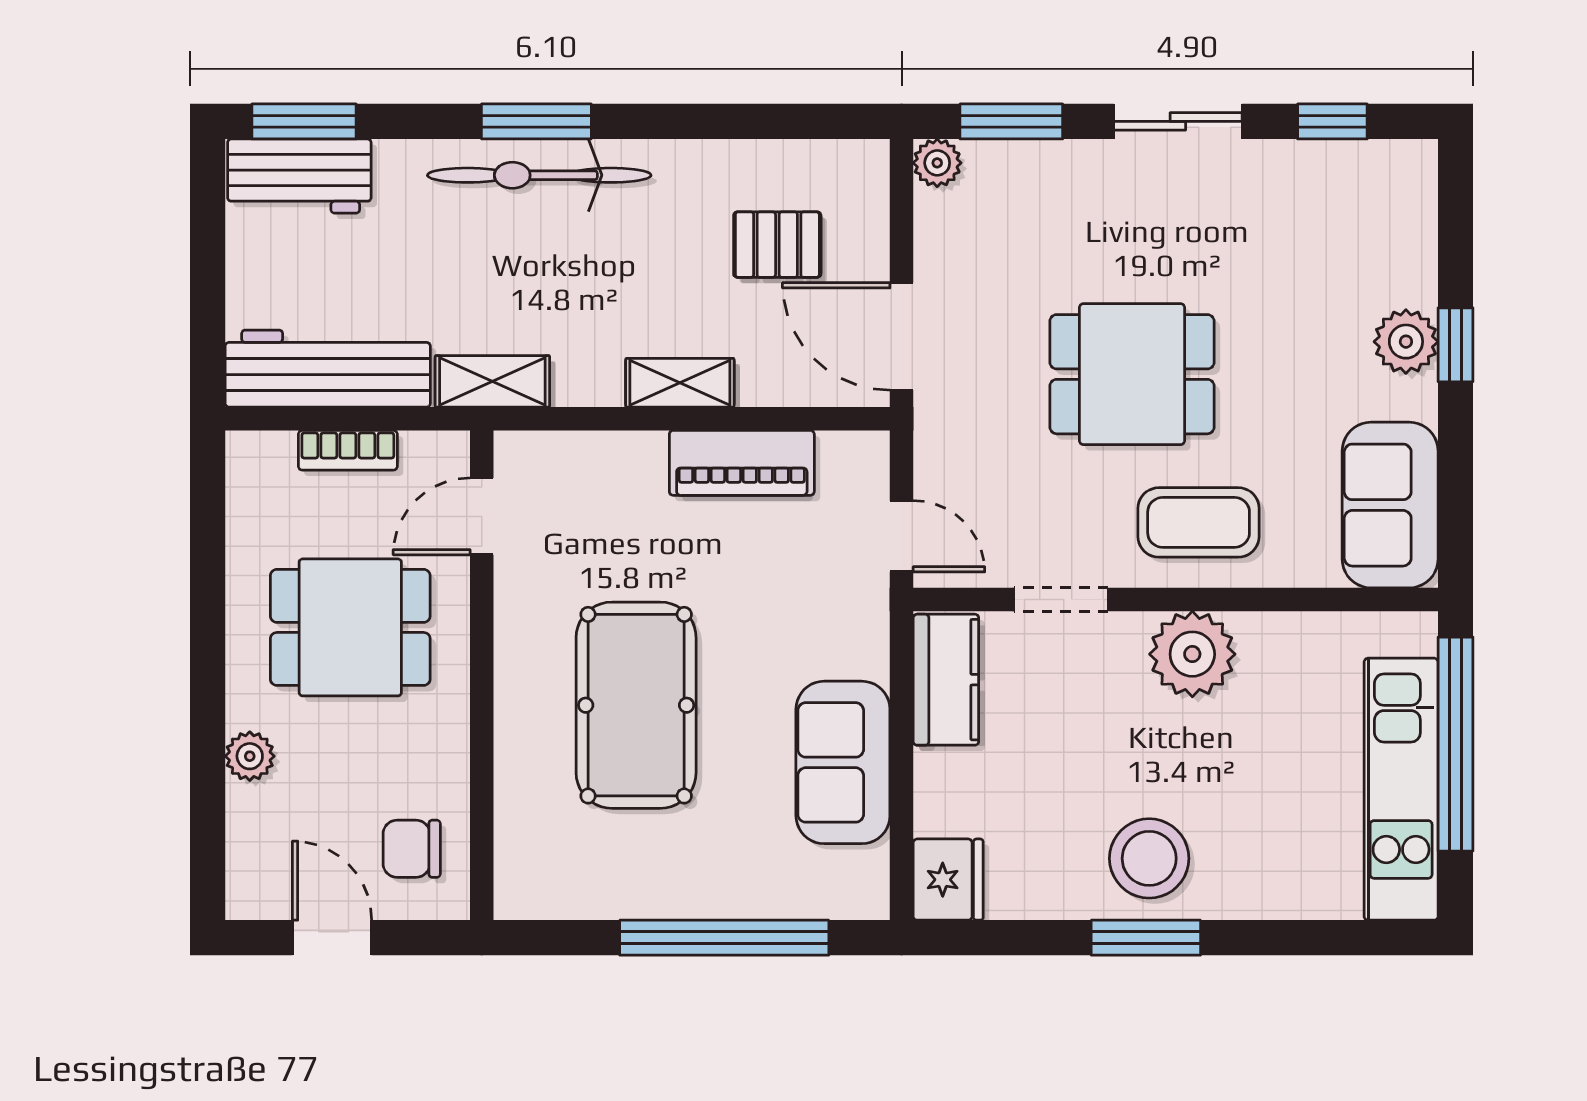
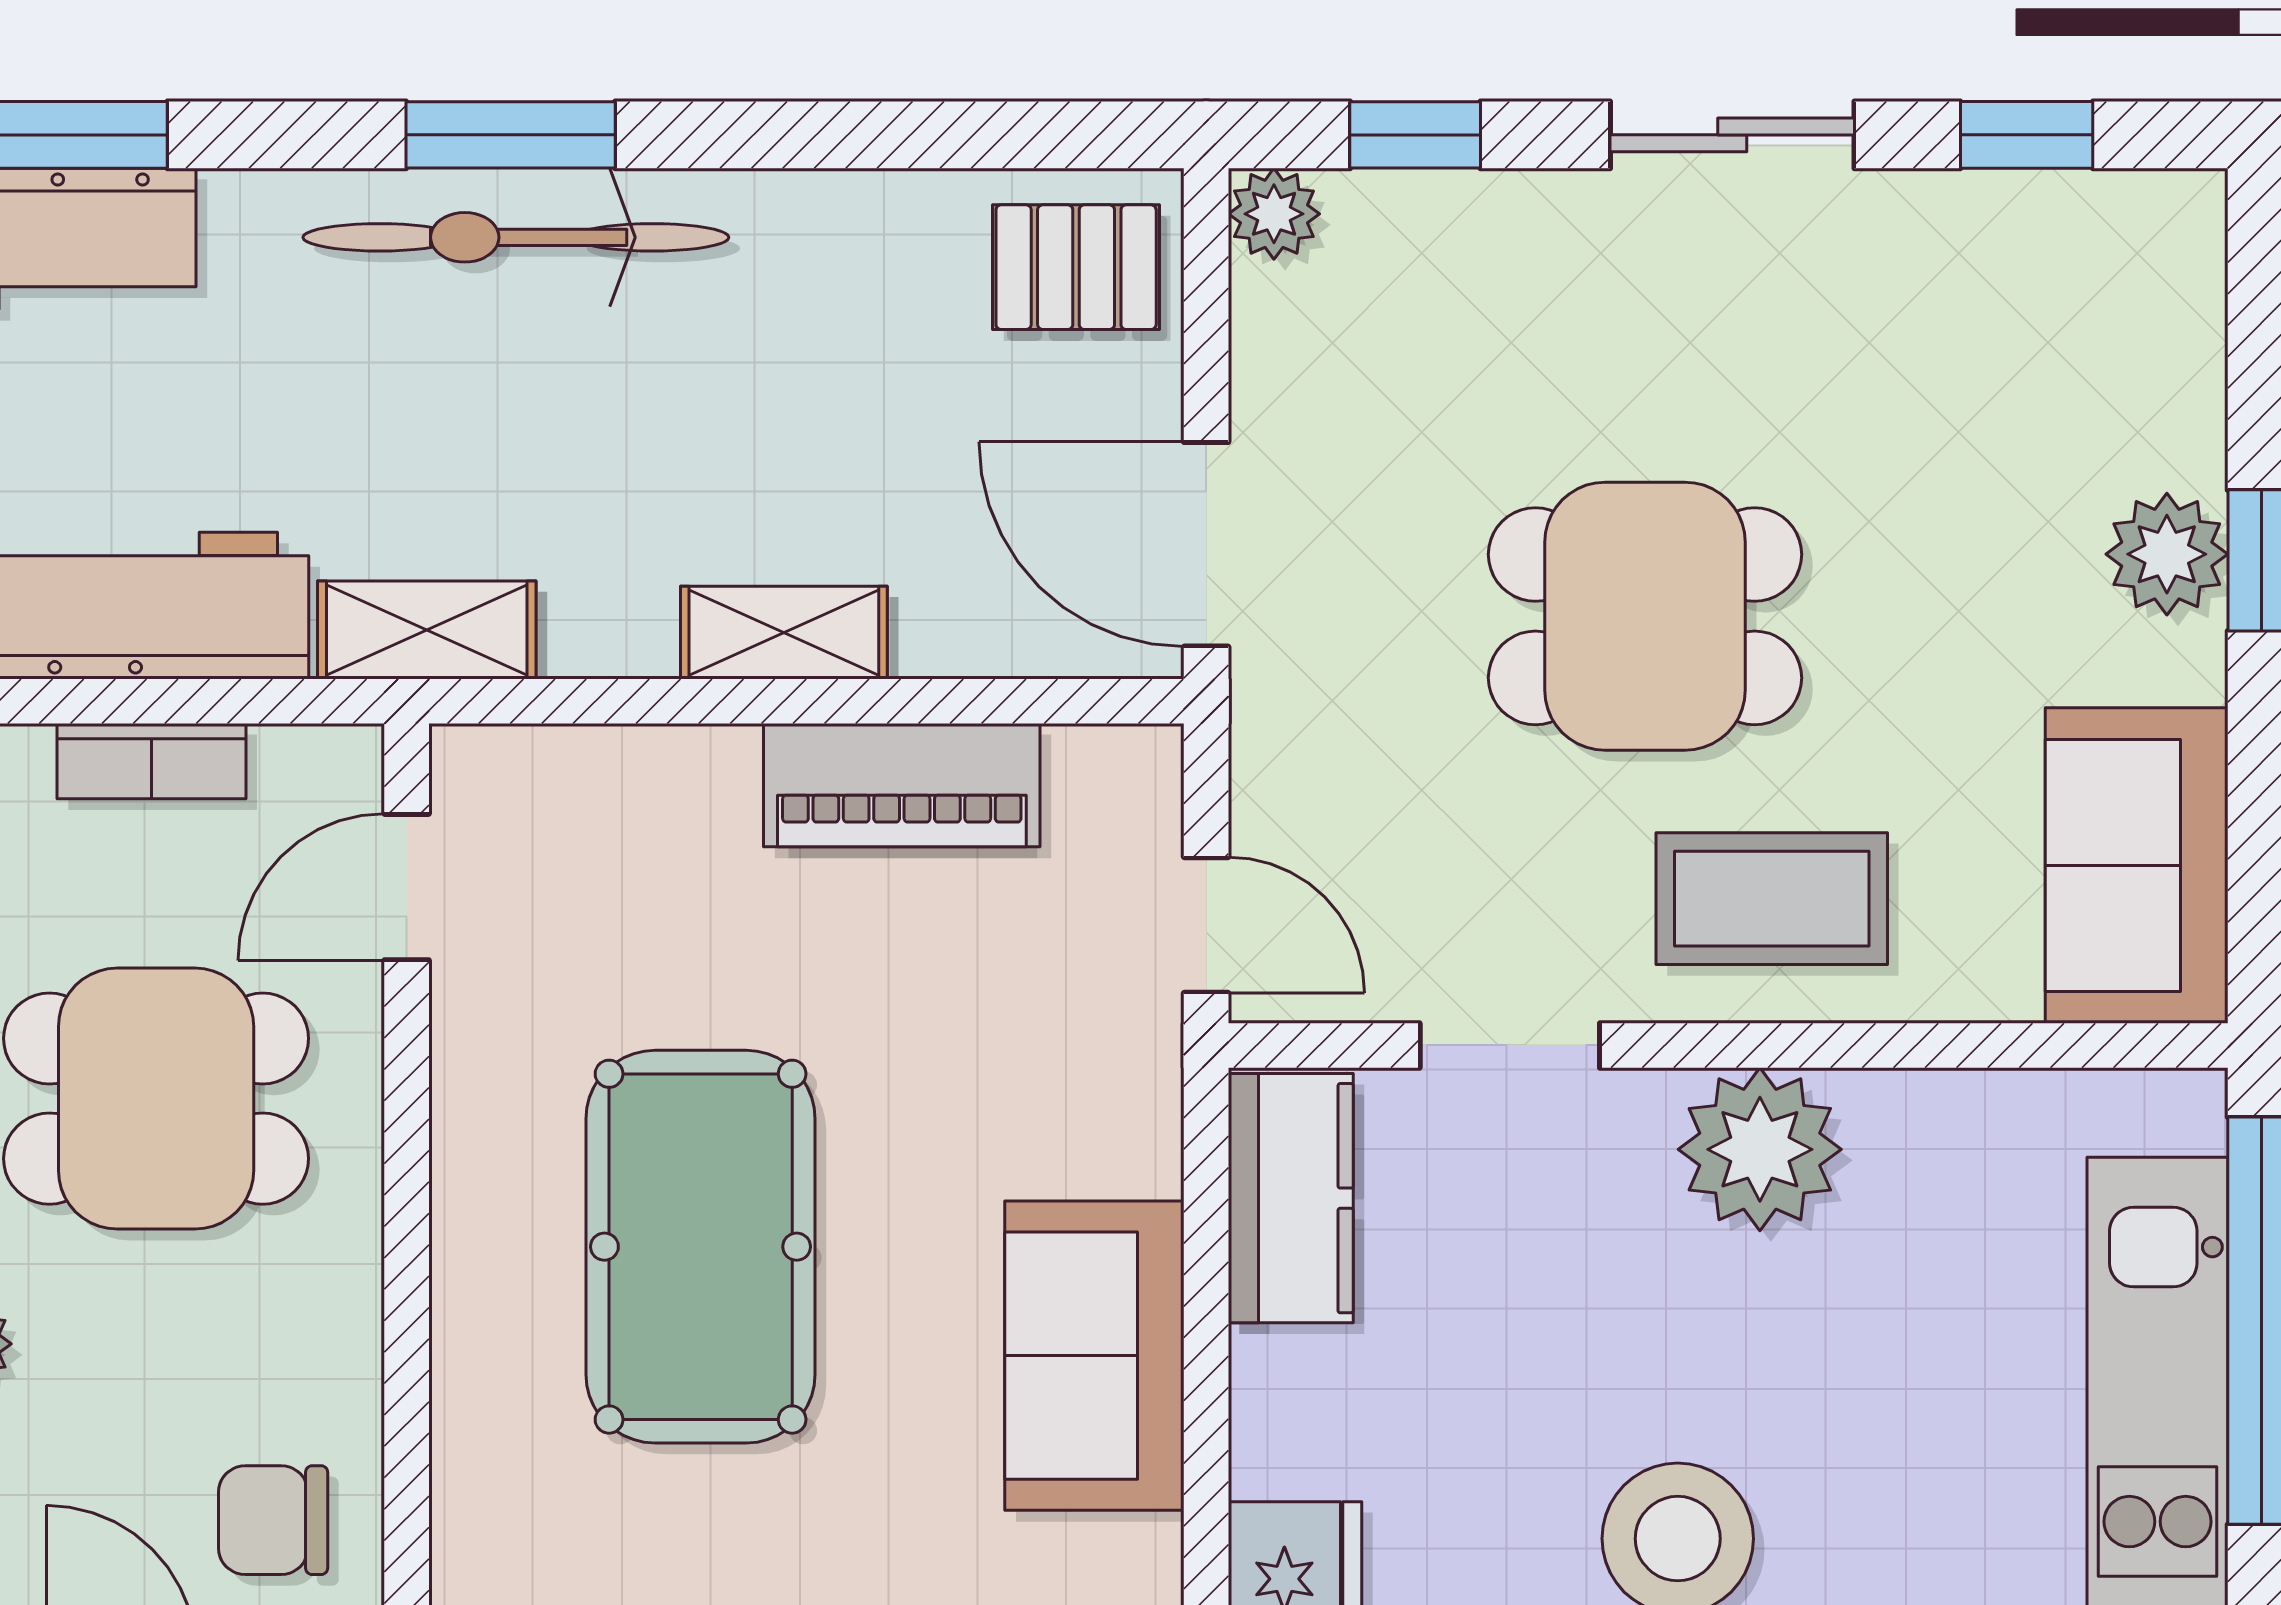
window: (1011, 121) -> (1415, 135), width x0.67
pallet: (777, 245) -> (1076, 267), moved

